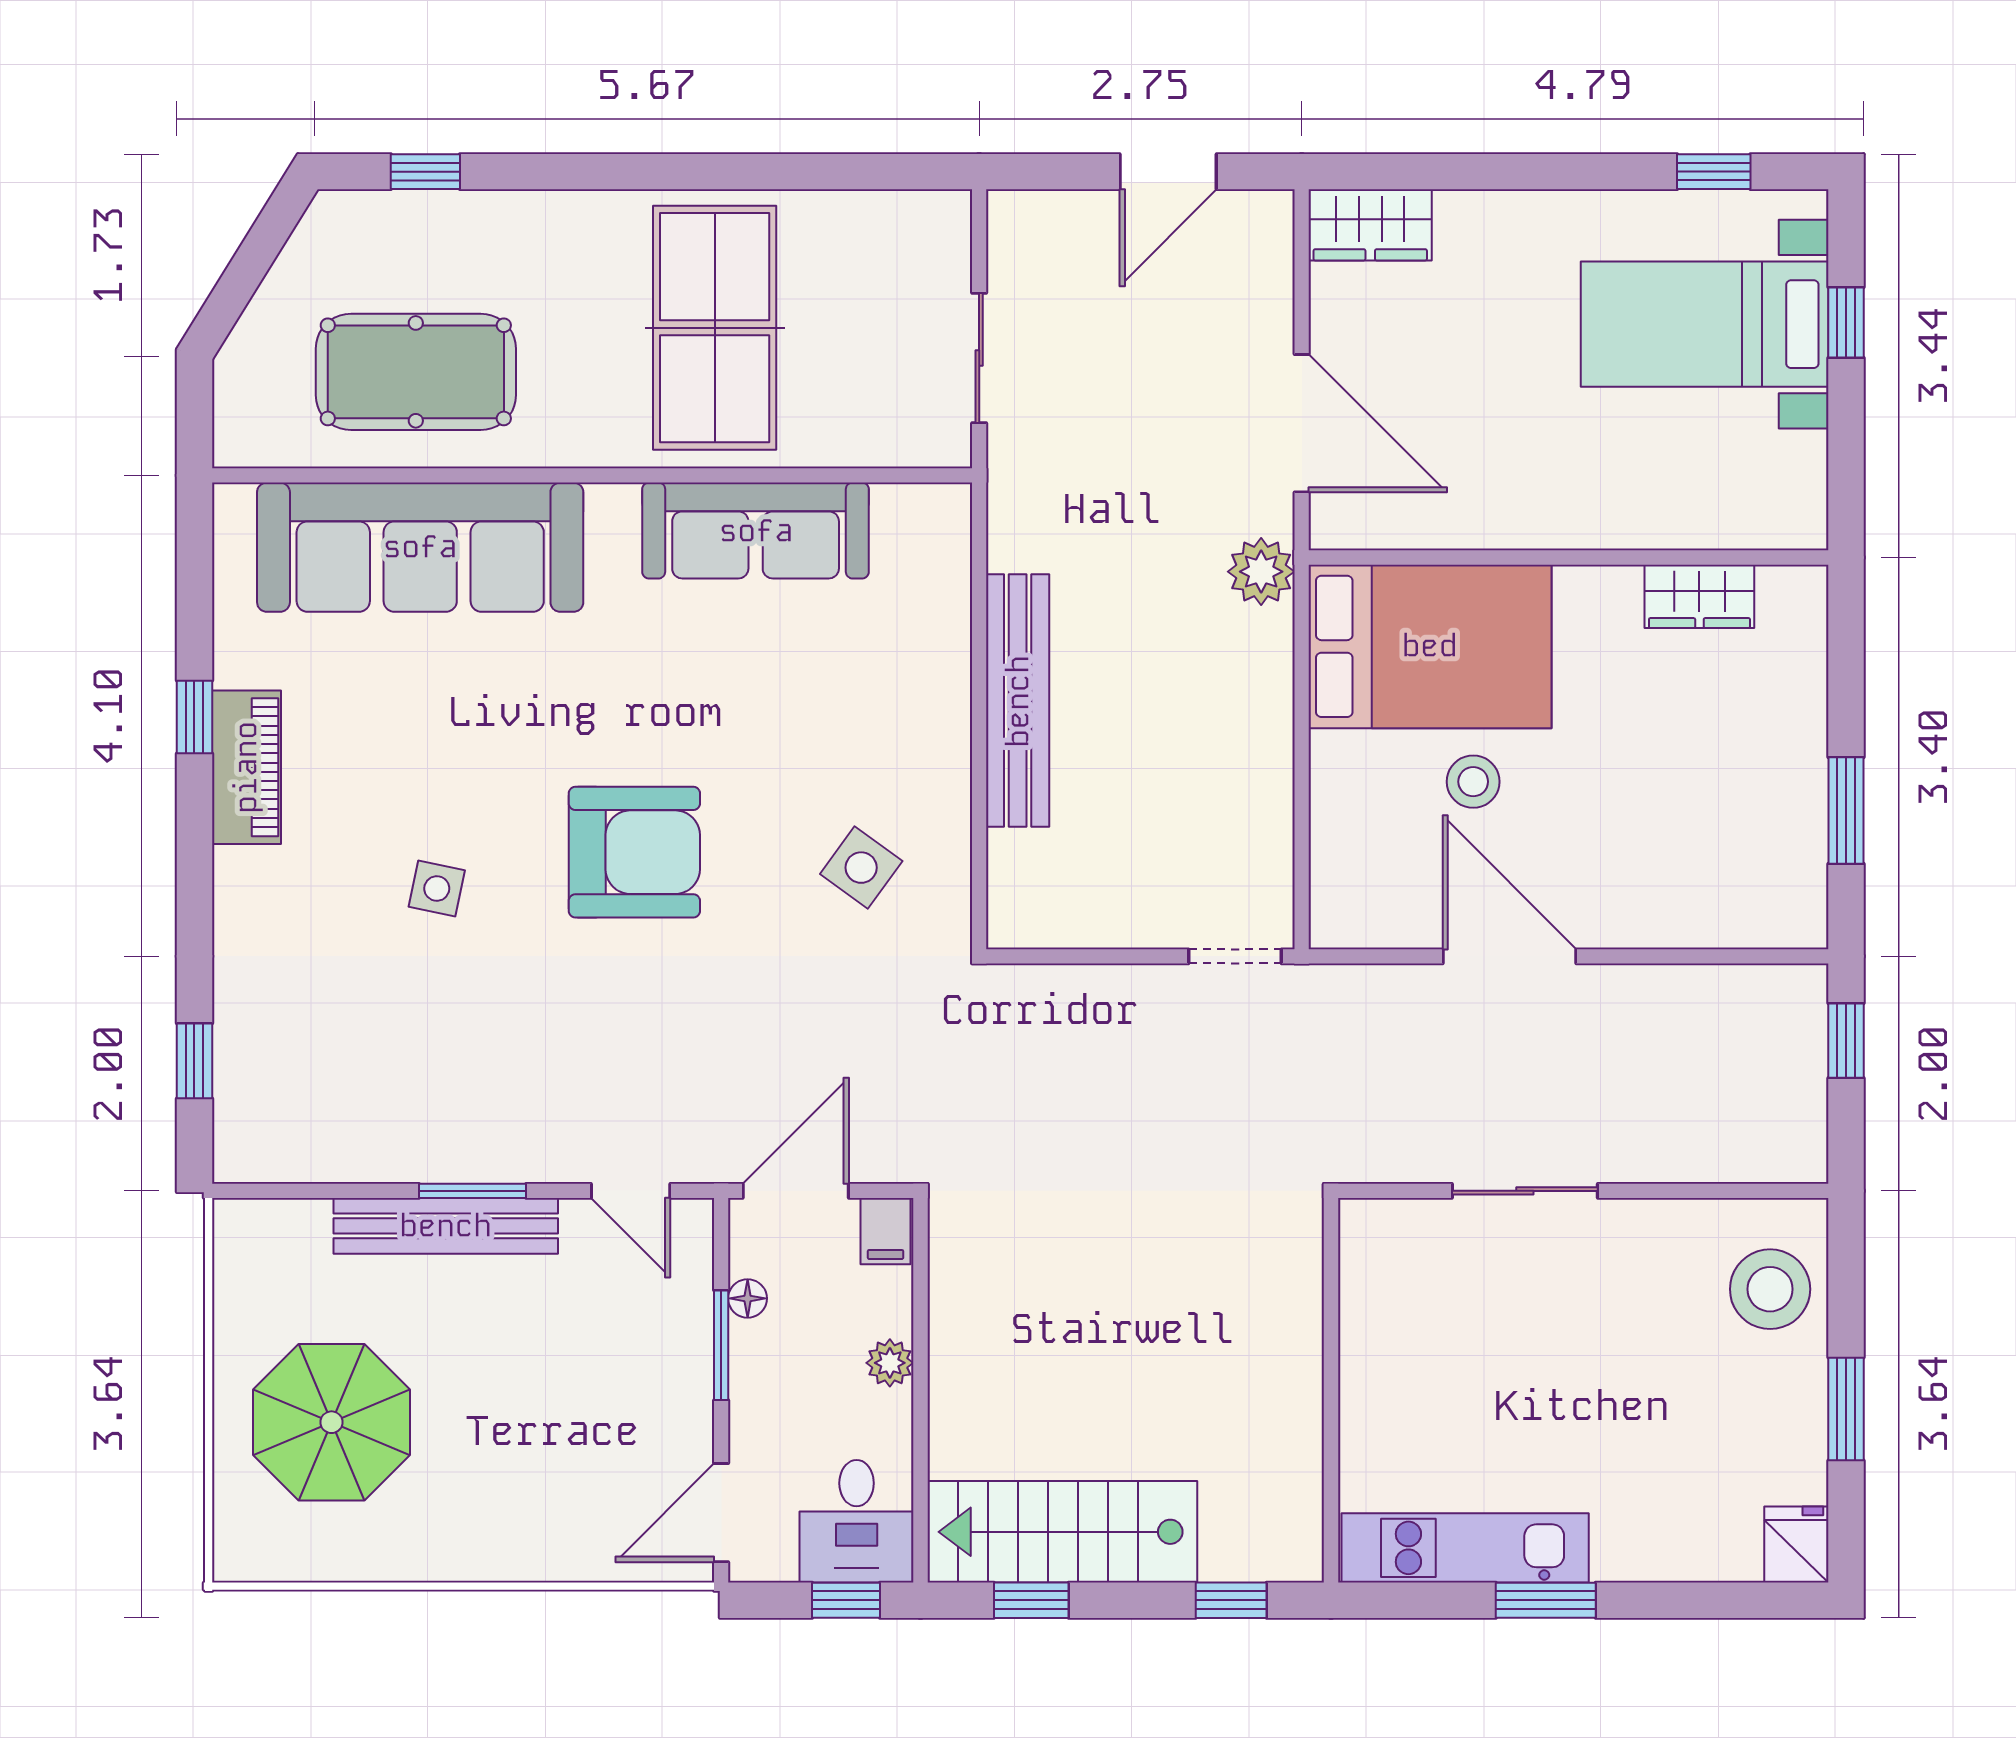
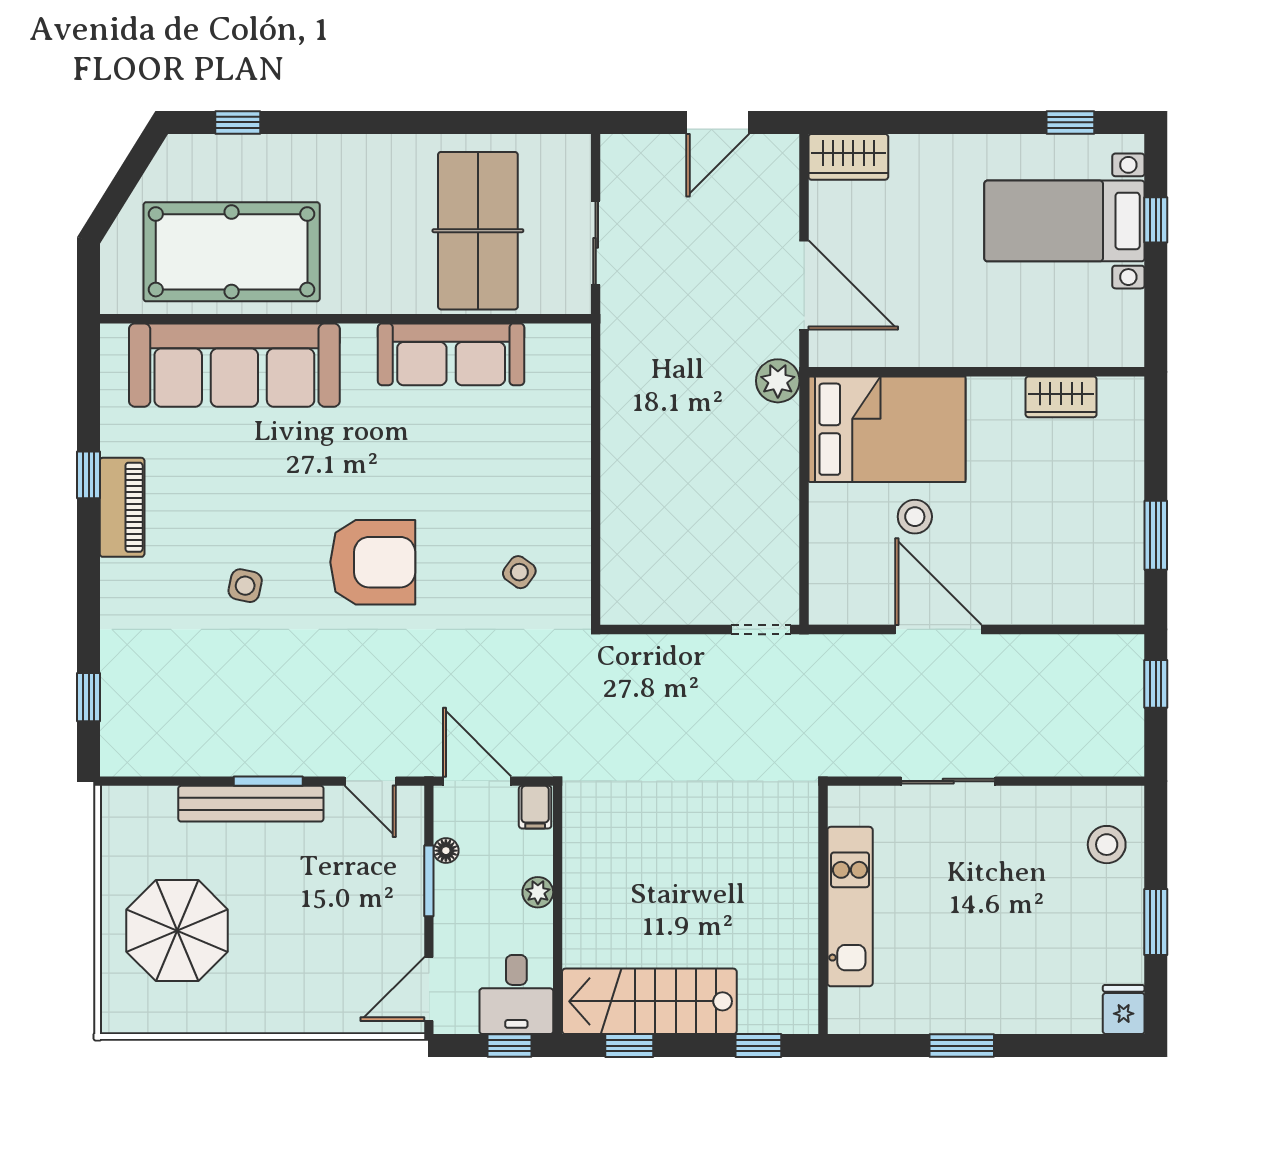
table tennis table: (715, 328) -> (478, 231), moved
pool table: (416, 372) -> (232, 252), width x1.36, depth x1.32
bench: (1018, 701) -> (620, 464), removed
side table: (861, 868) -> (519, 572), width x0.73, depth x0.73
door: (796, 1191) -> (477, 781), hinge flipped
stool: (1770, 1289) -> (1107, 845), width x0.73, depth x0.73
kitchen unit: (1465, 1548) -> (850, 907), moved, turned 90

